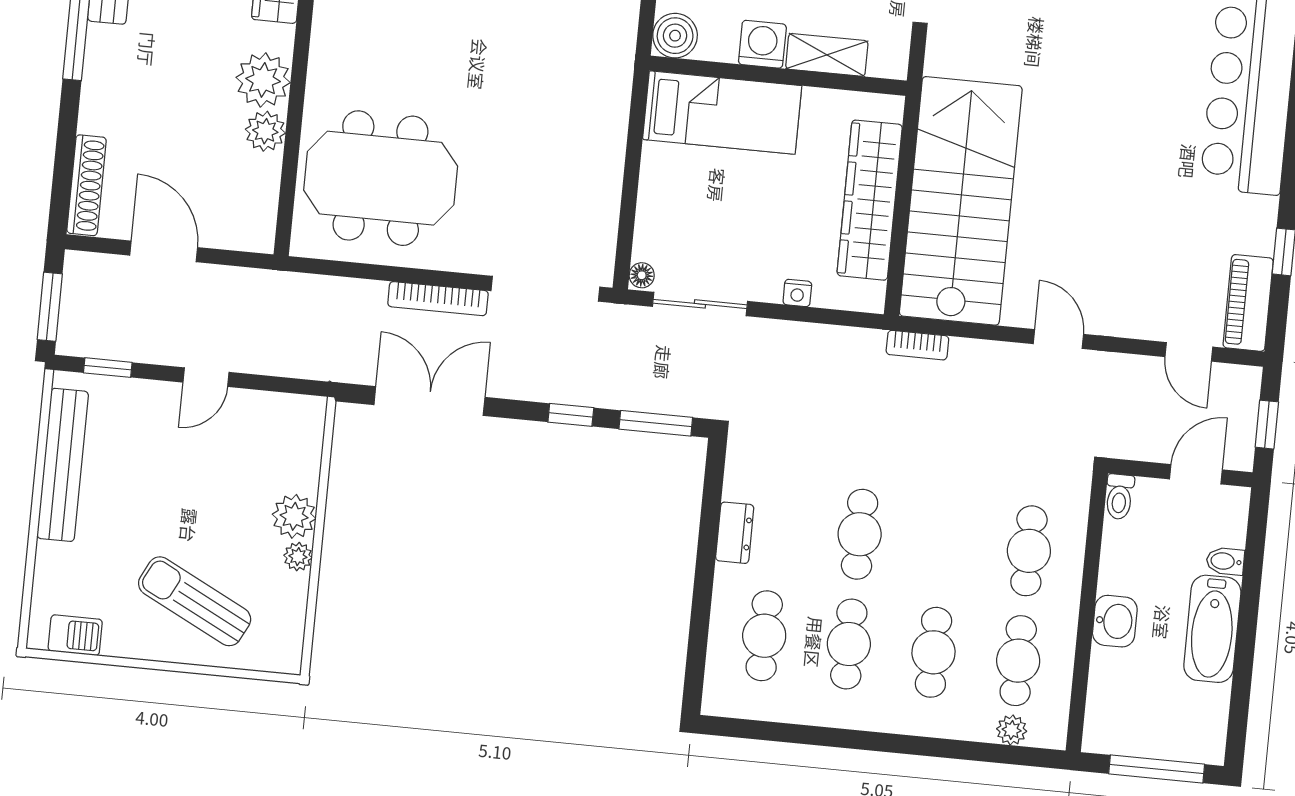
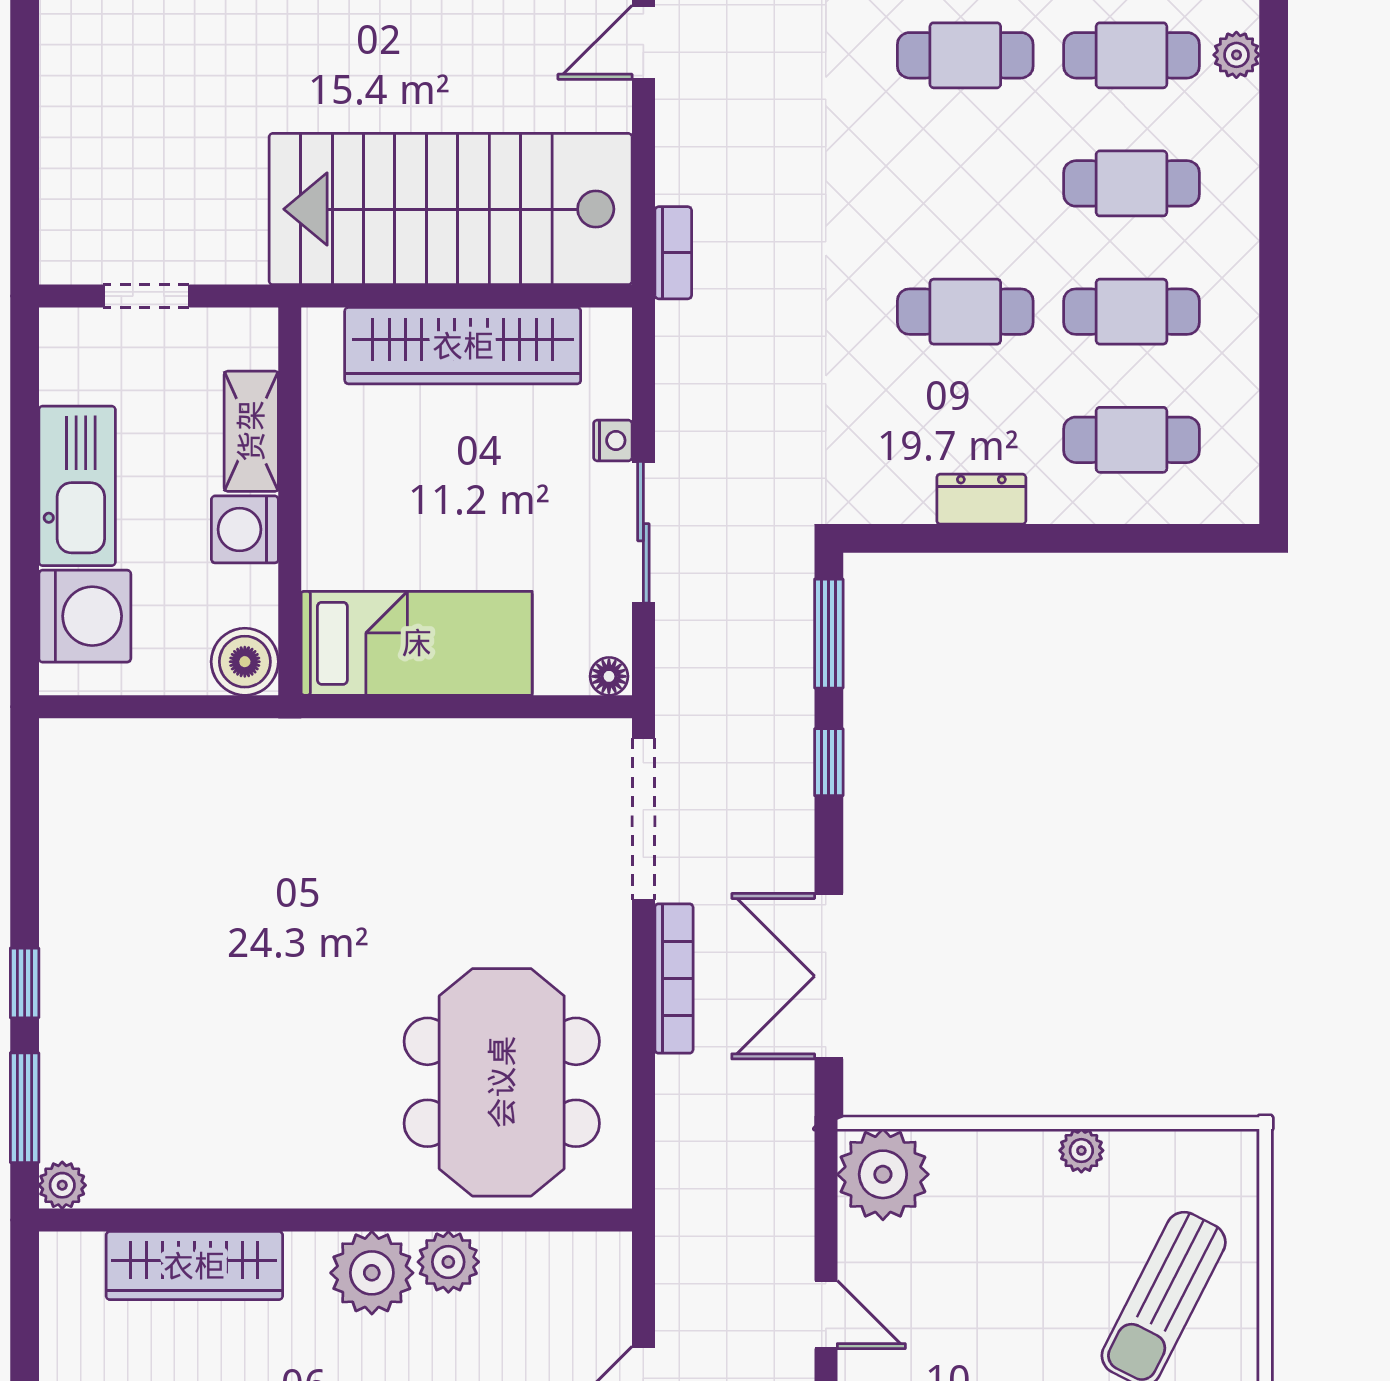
bed: (722, 113) -> (417, 643), moved, turned 90
sliding door: (700, 304) -> (643, 532), moved
plant: (294, 516) -> (883, 1174), moved, width x1.36, depth x1.36

